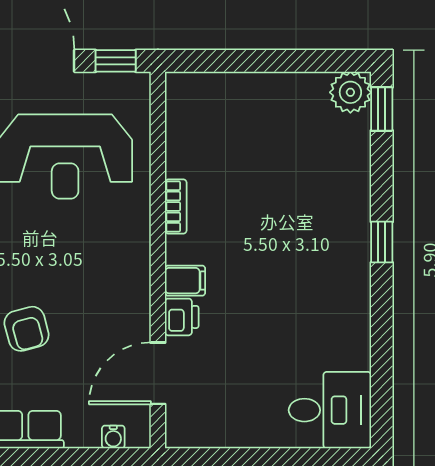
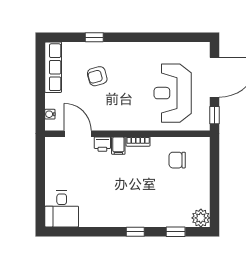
window: (382, 109) -> (176, 232), moved
chair: (218, 146) -> (177, 160), added
bookcase: (176, 206) -> (138, 142), moved

